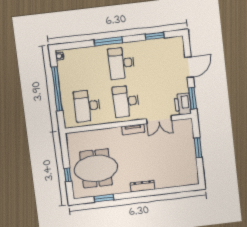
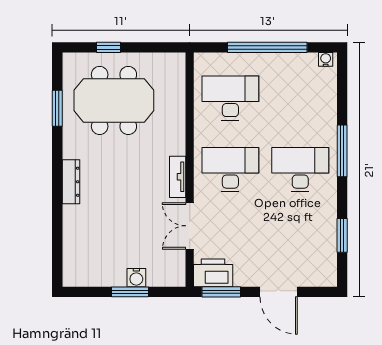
water cooler: (190, 145) -> (136, 278), added
meeting table: (96, 168) -> (114, 100), turned 90

